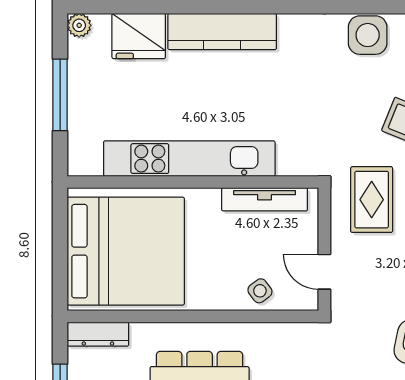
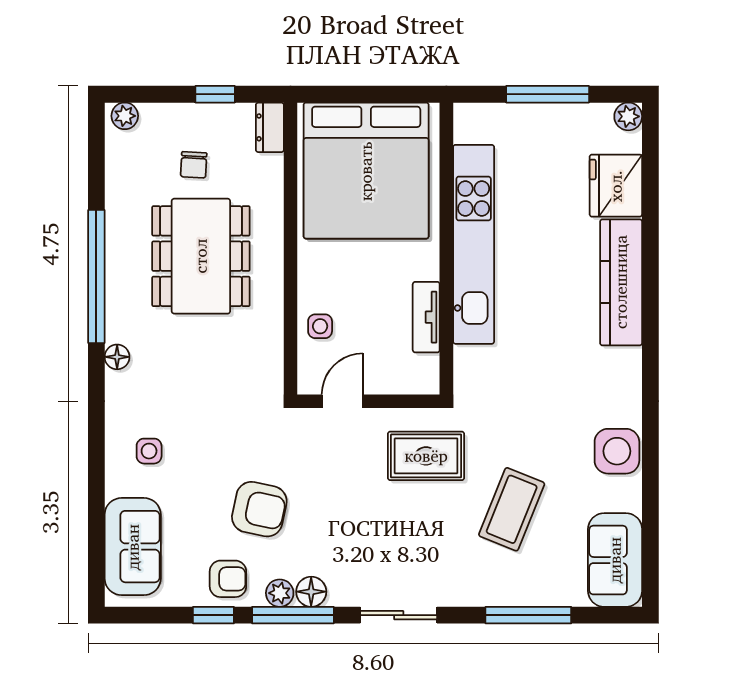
tv unit: (265, 199) -> (426, 317), width x0.71
side table: (260, 291) -> (320, 326), turned 37
dresser: (98, 334) -> (270, 127), width x0.70

